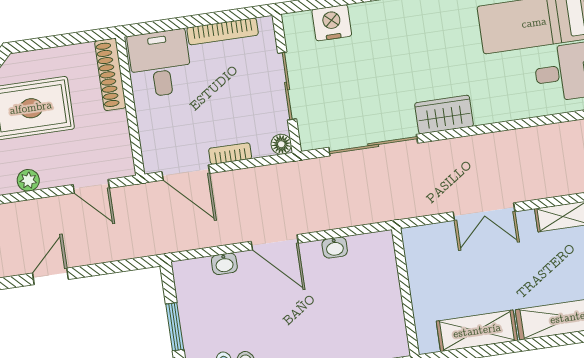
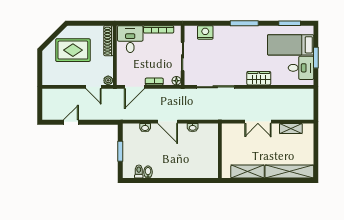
wardrobe: (444, 115) -> (259, 78), moved
door: (186, 173) -> (134, 87), hinge flipped
plant: (28, 180) -> (108, 80), moved

